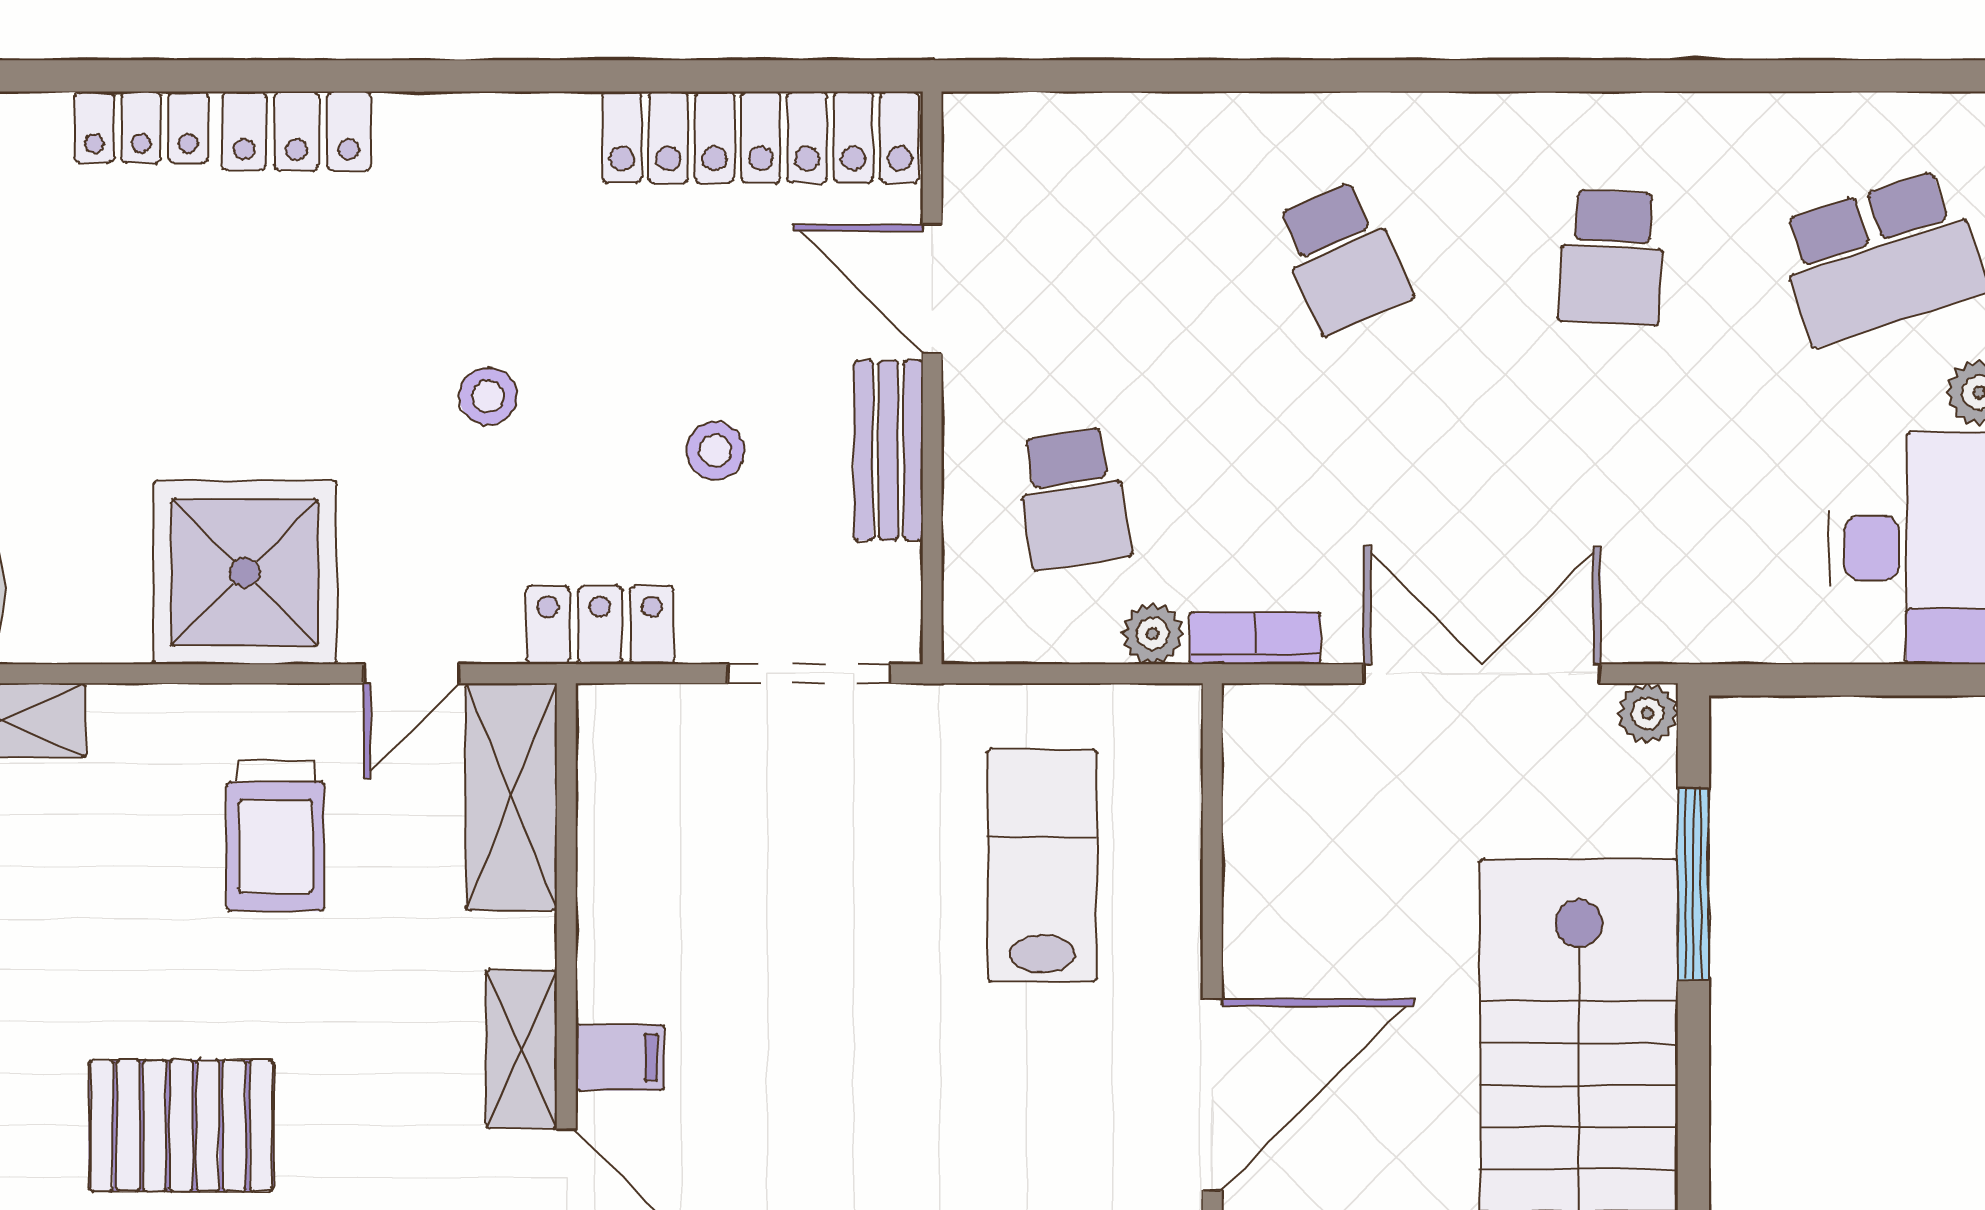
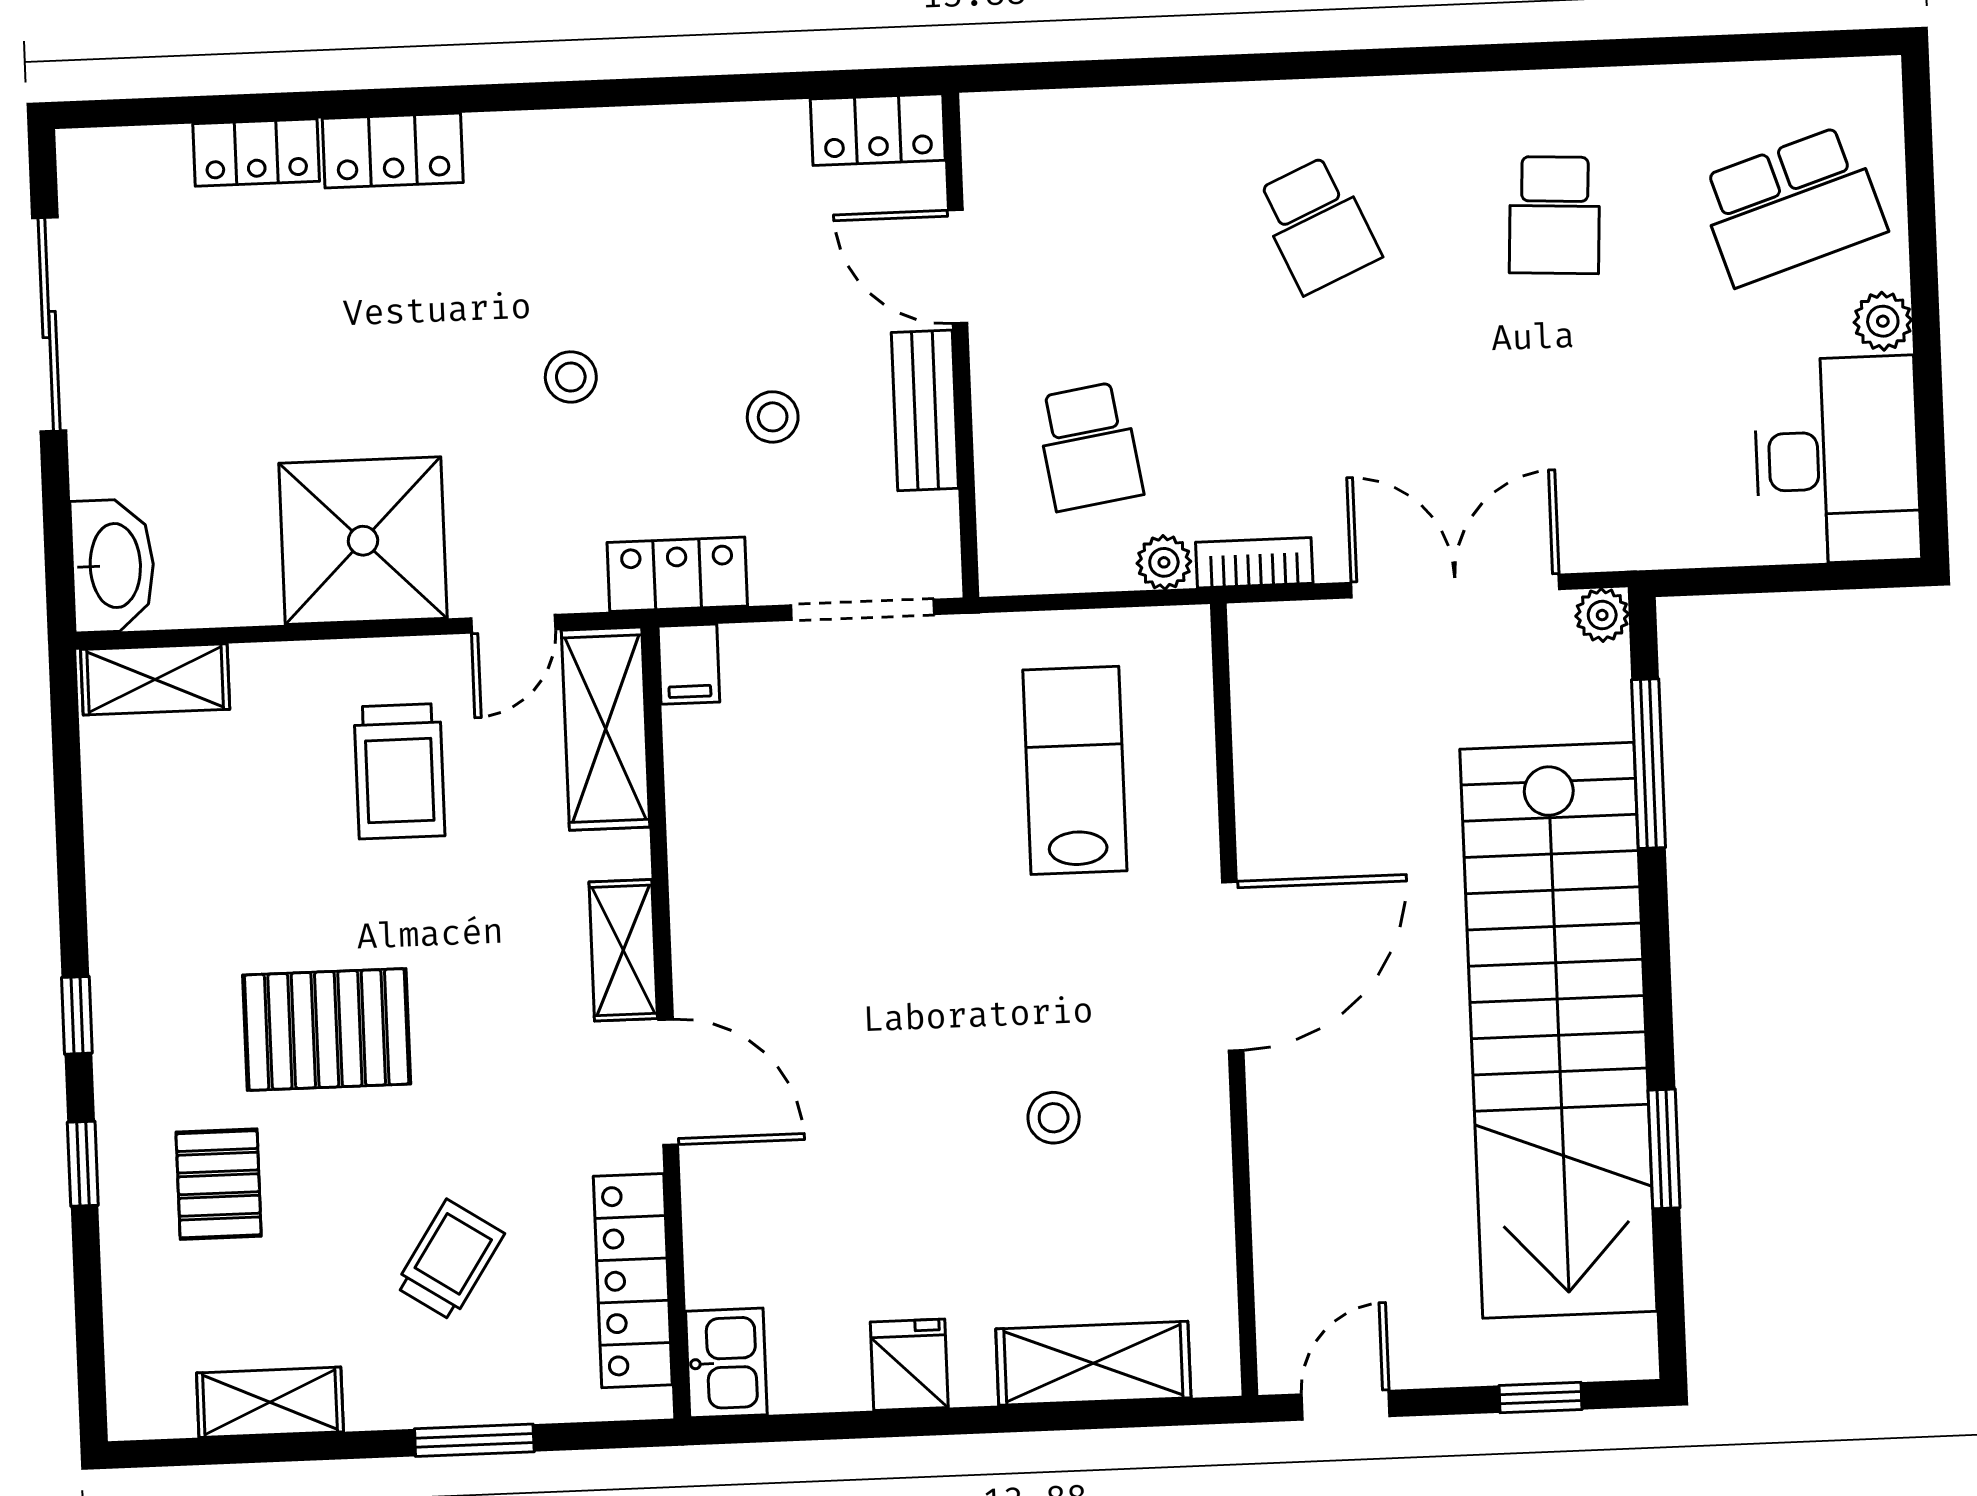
locker: (761, 137) -> (878, 130), width x0.46, depth x0.83
filing cabinet: (620, 1057) -> (689, 664), moved, turned 90

